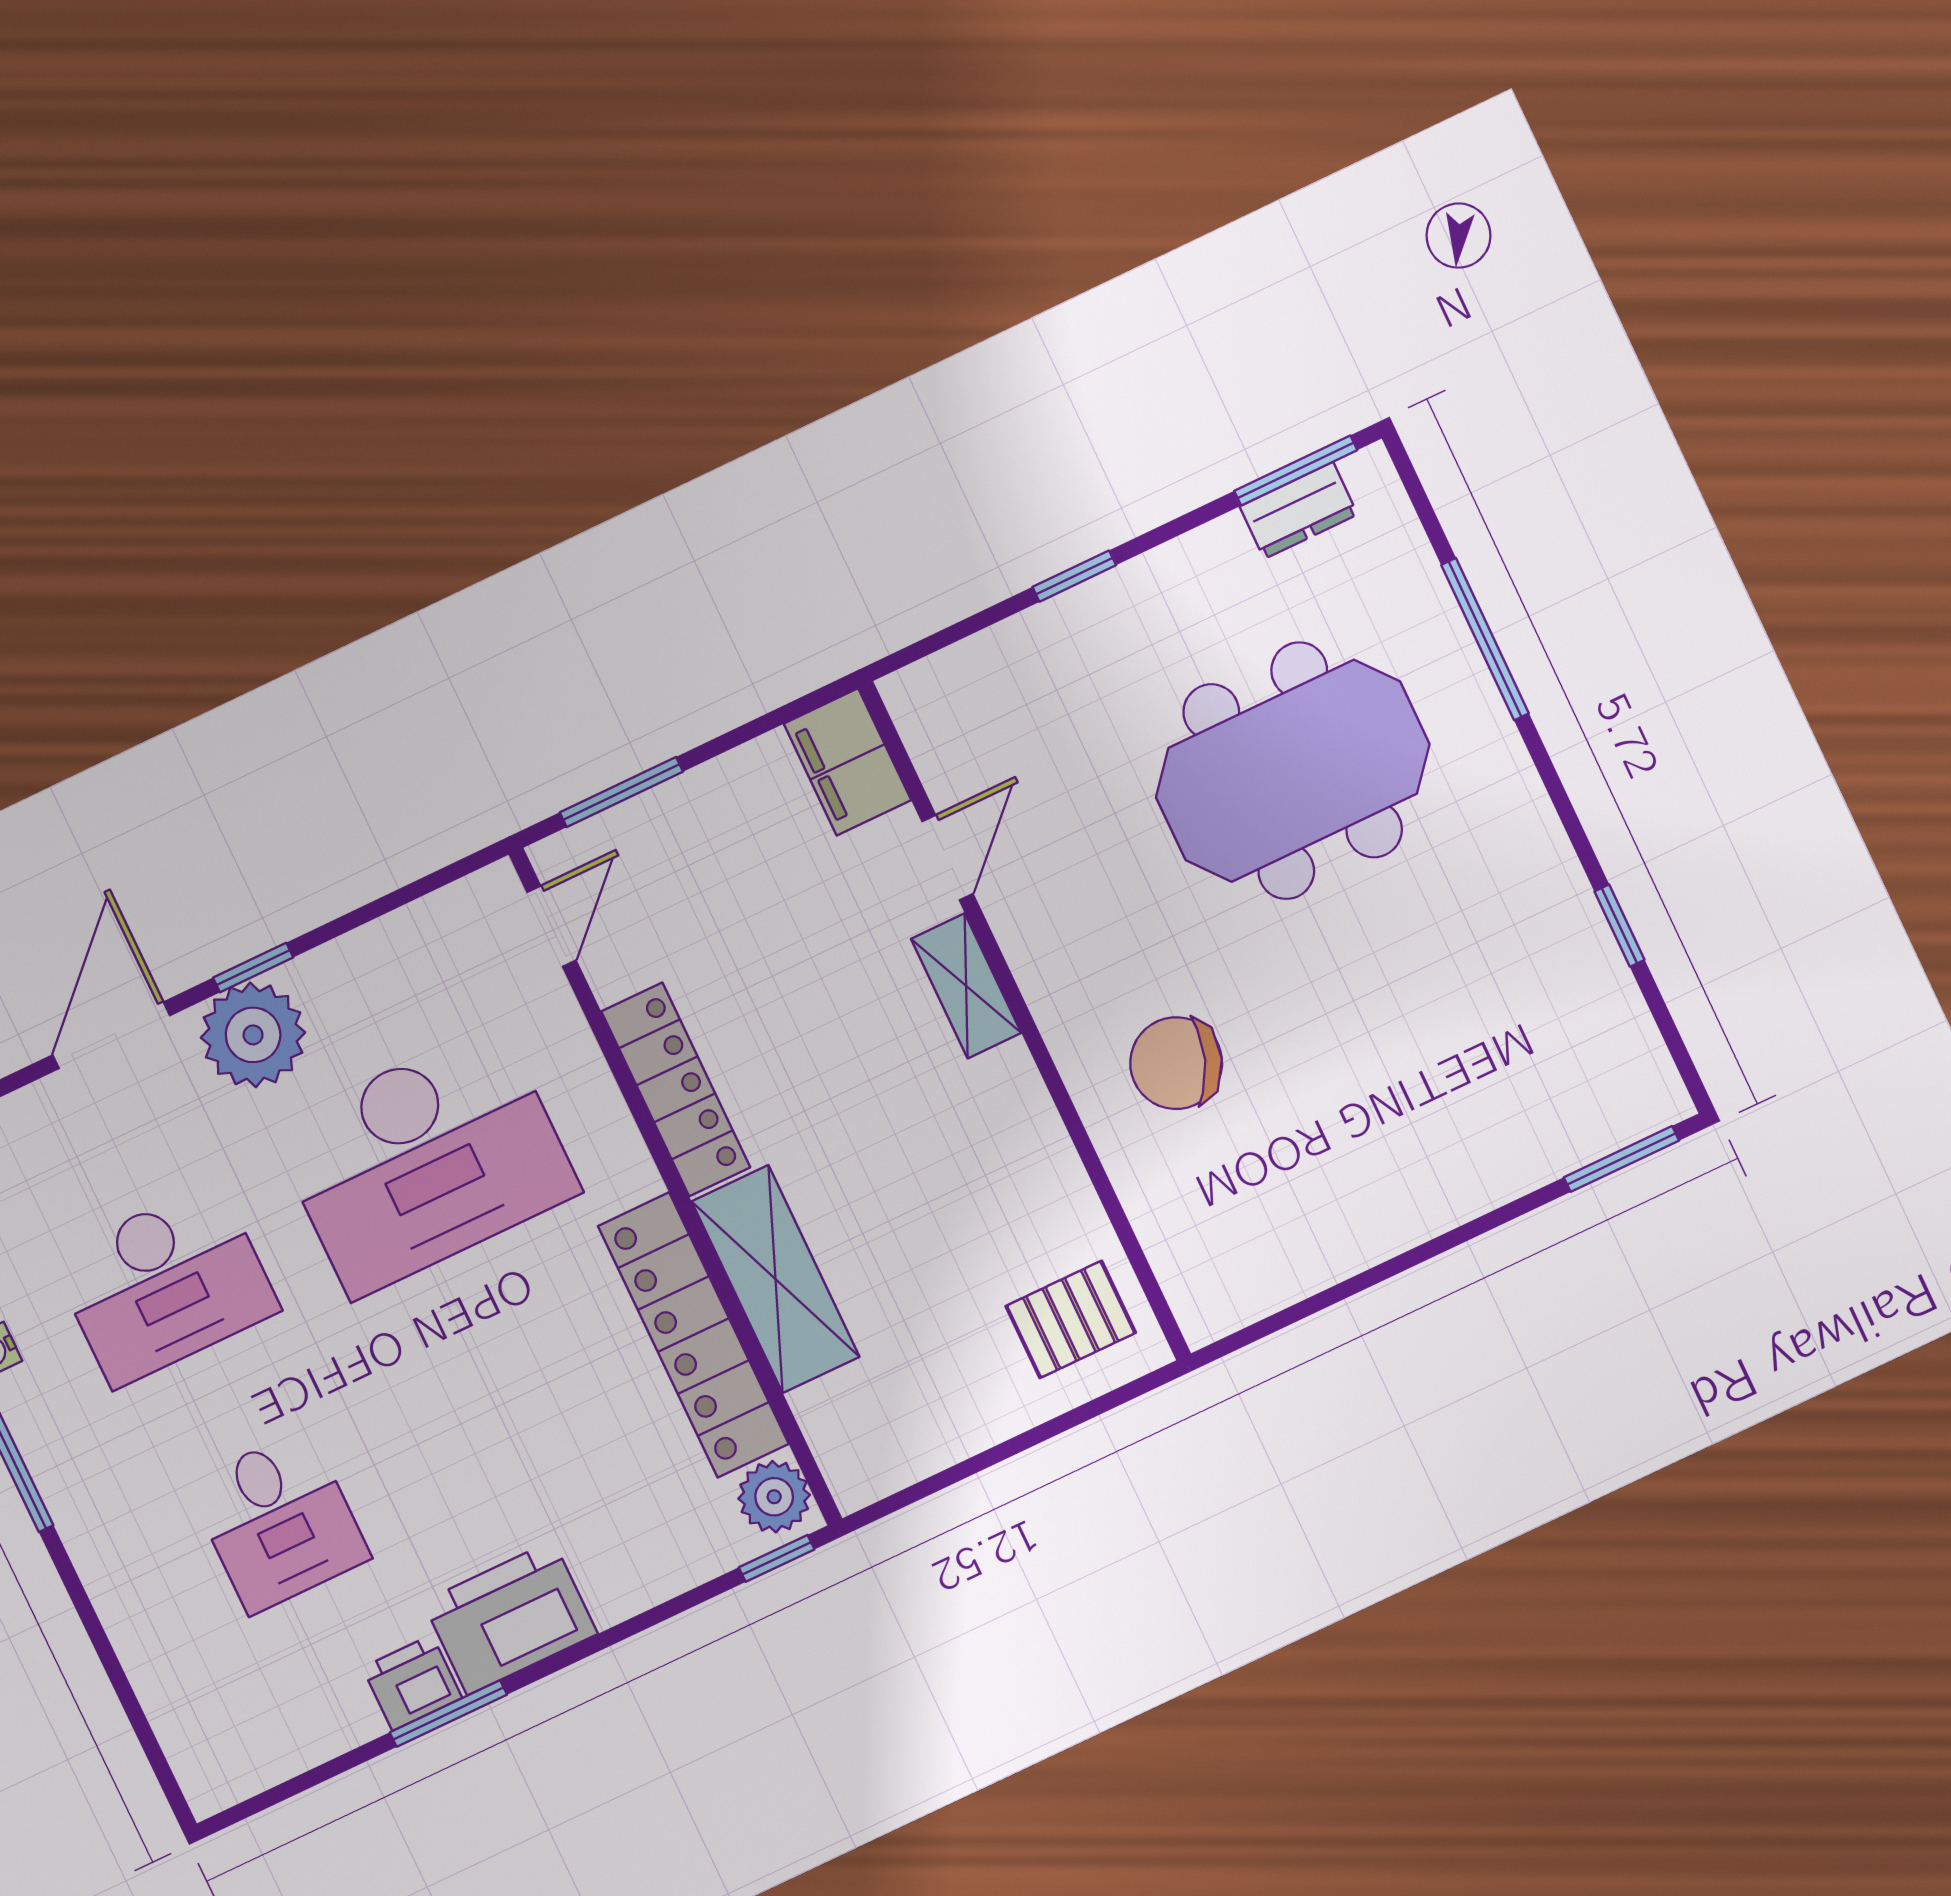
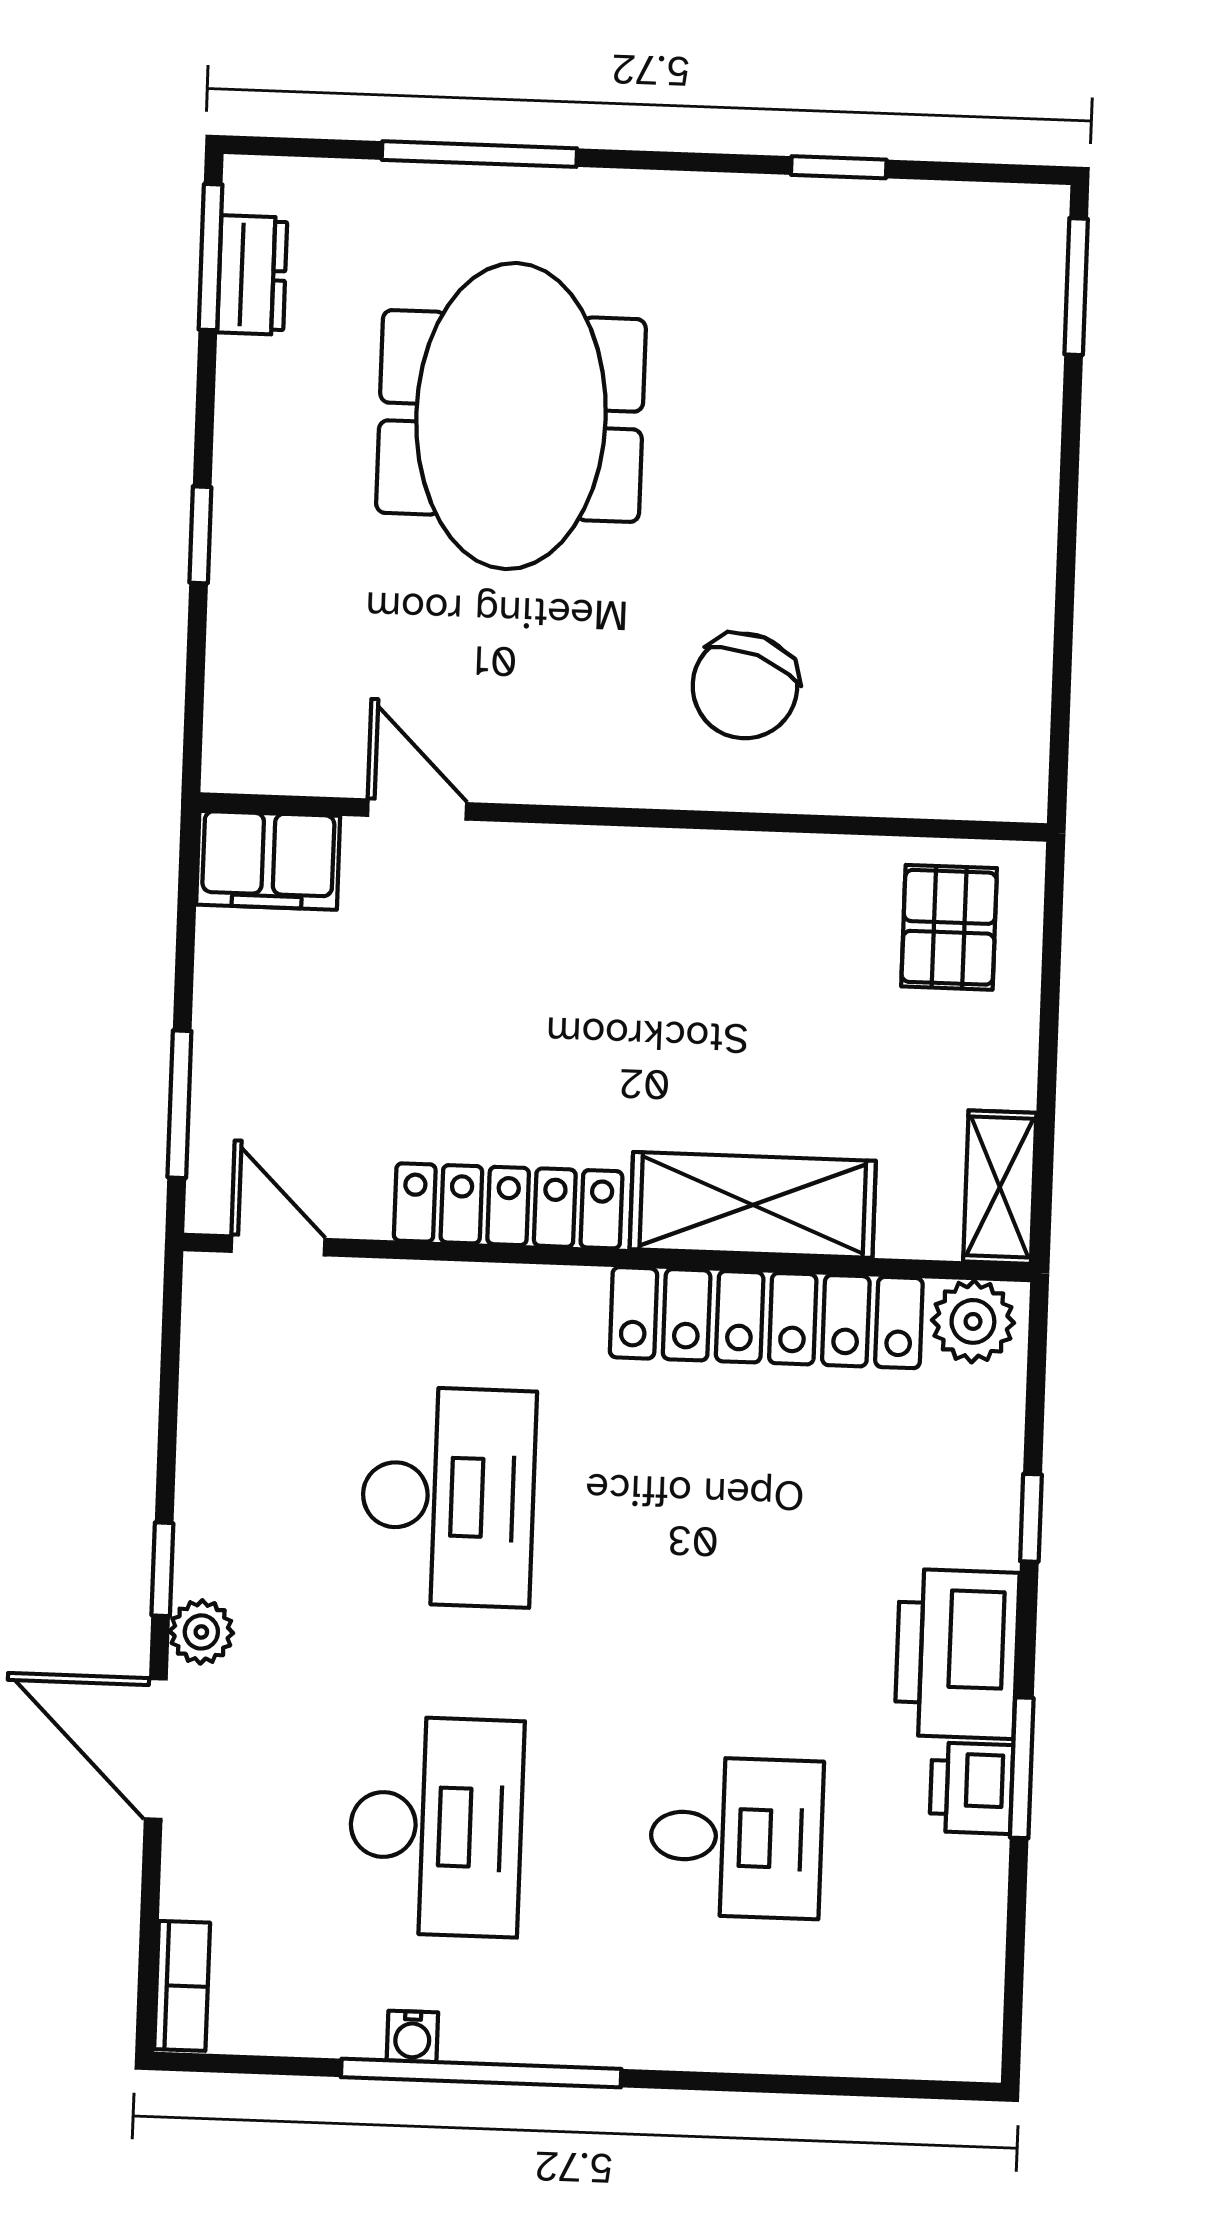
shelving: (966, 986) -> (1000, 1187), moved, turned 90
plant: (253, 1035) -> (201, 1632), width x0.53, depth x0.53
desk: (426, 1160) -> (448, 1497), width x0.73, depth x0.77
window: (777, 1558) -> (1031, 1518), moved

